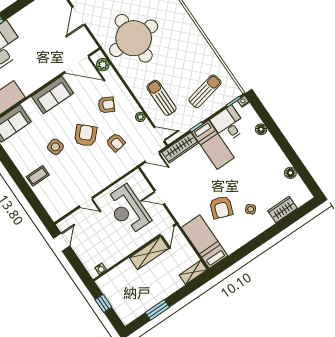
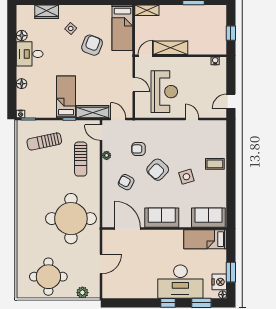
plant: (103, 65) -> (108, 214), removed
desk: (228, 124) -> (30, 54), moved, turned 90
armchair: (116, 142) -> (138, 149), turned -81

